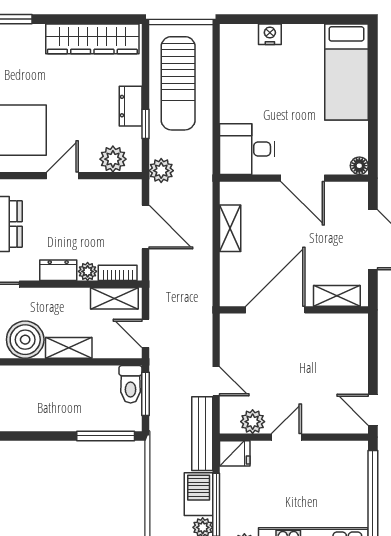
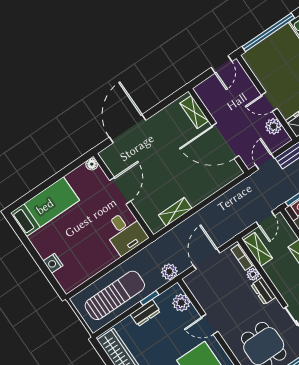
shelving: (337, 296) -> (194, 112), moved
door: (275, 310) -> (225, 141), moved
wall: (294, 310) -> (218, 131), moved

